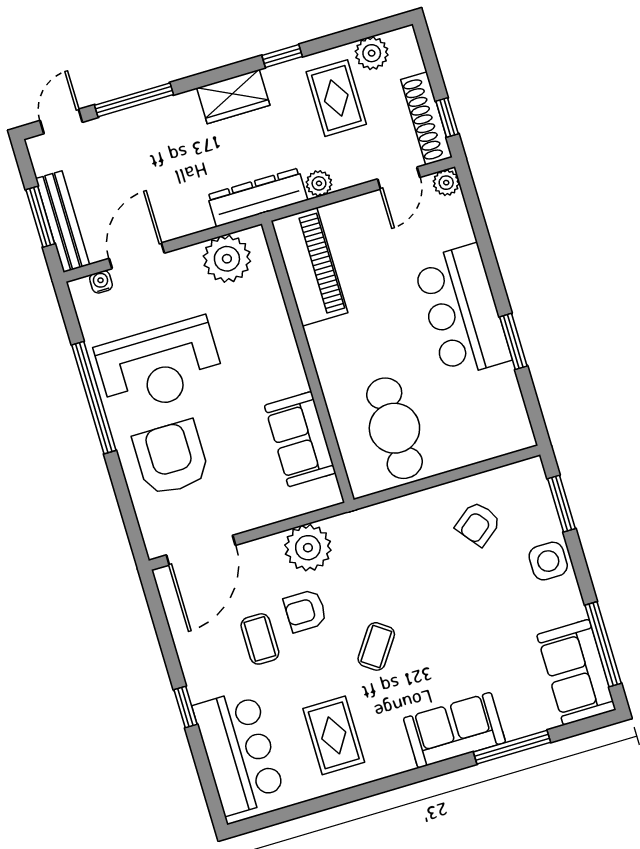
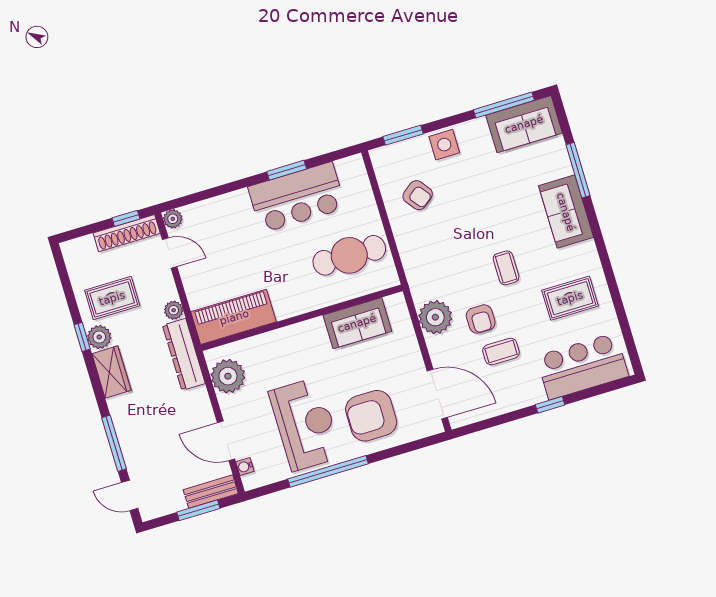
plant: (372, 53) -> (99, 337), moved
bench: (63, 222) -> (211, 492), width x0.73
bar counter: (462, 311) -> (297, 197), moved
coffee table: (376, 646) -> (506, 268), turned 55

